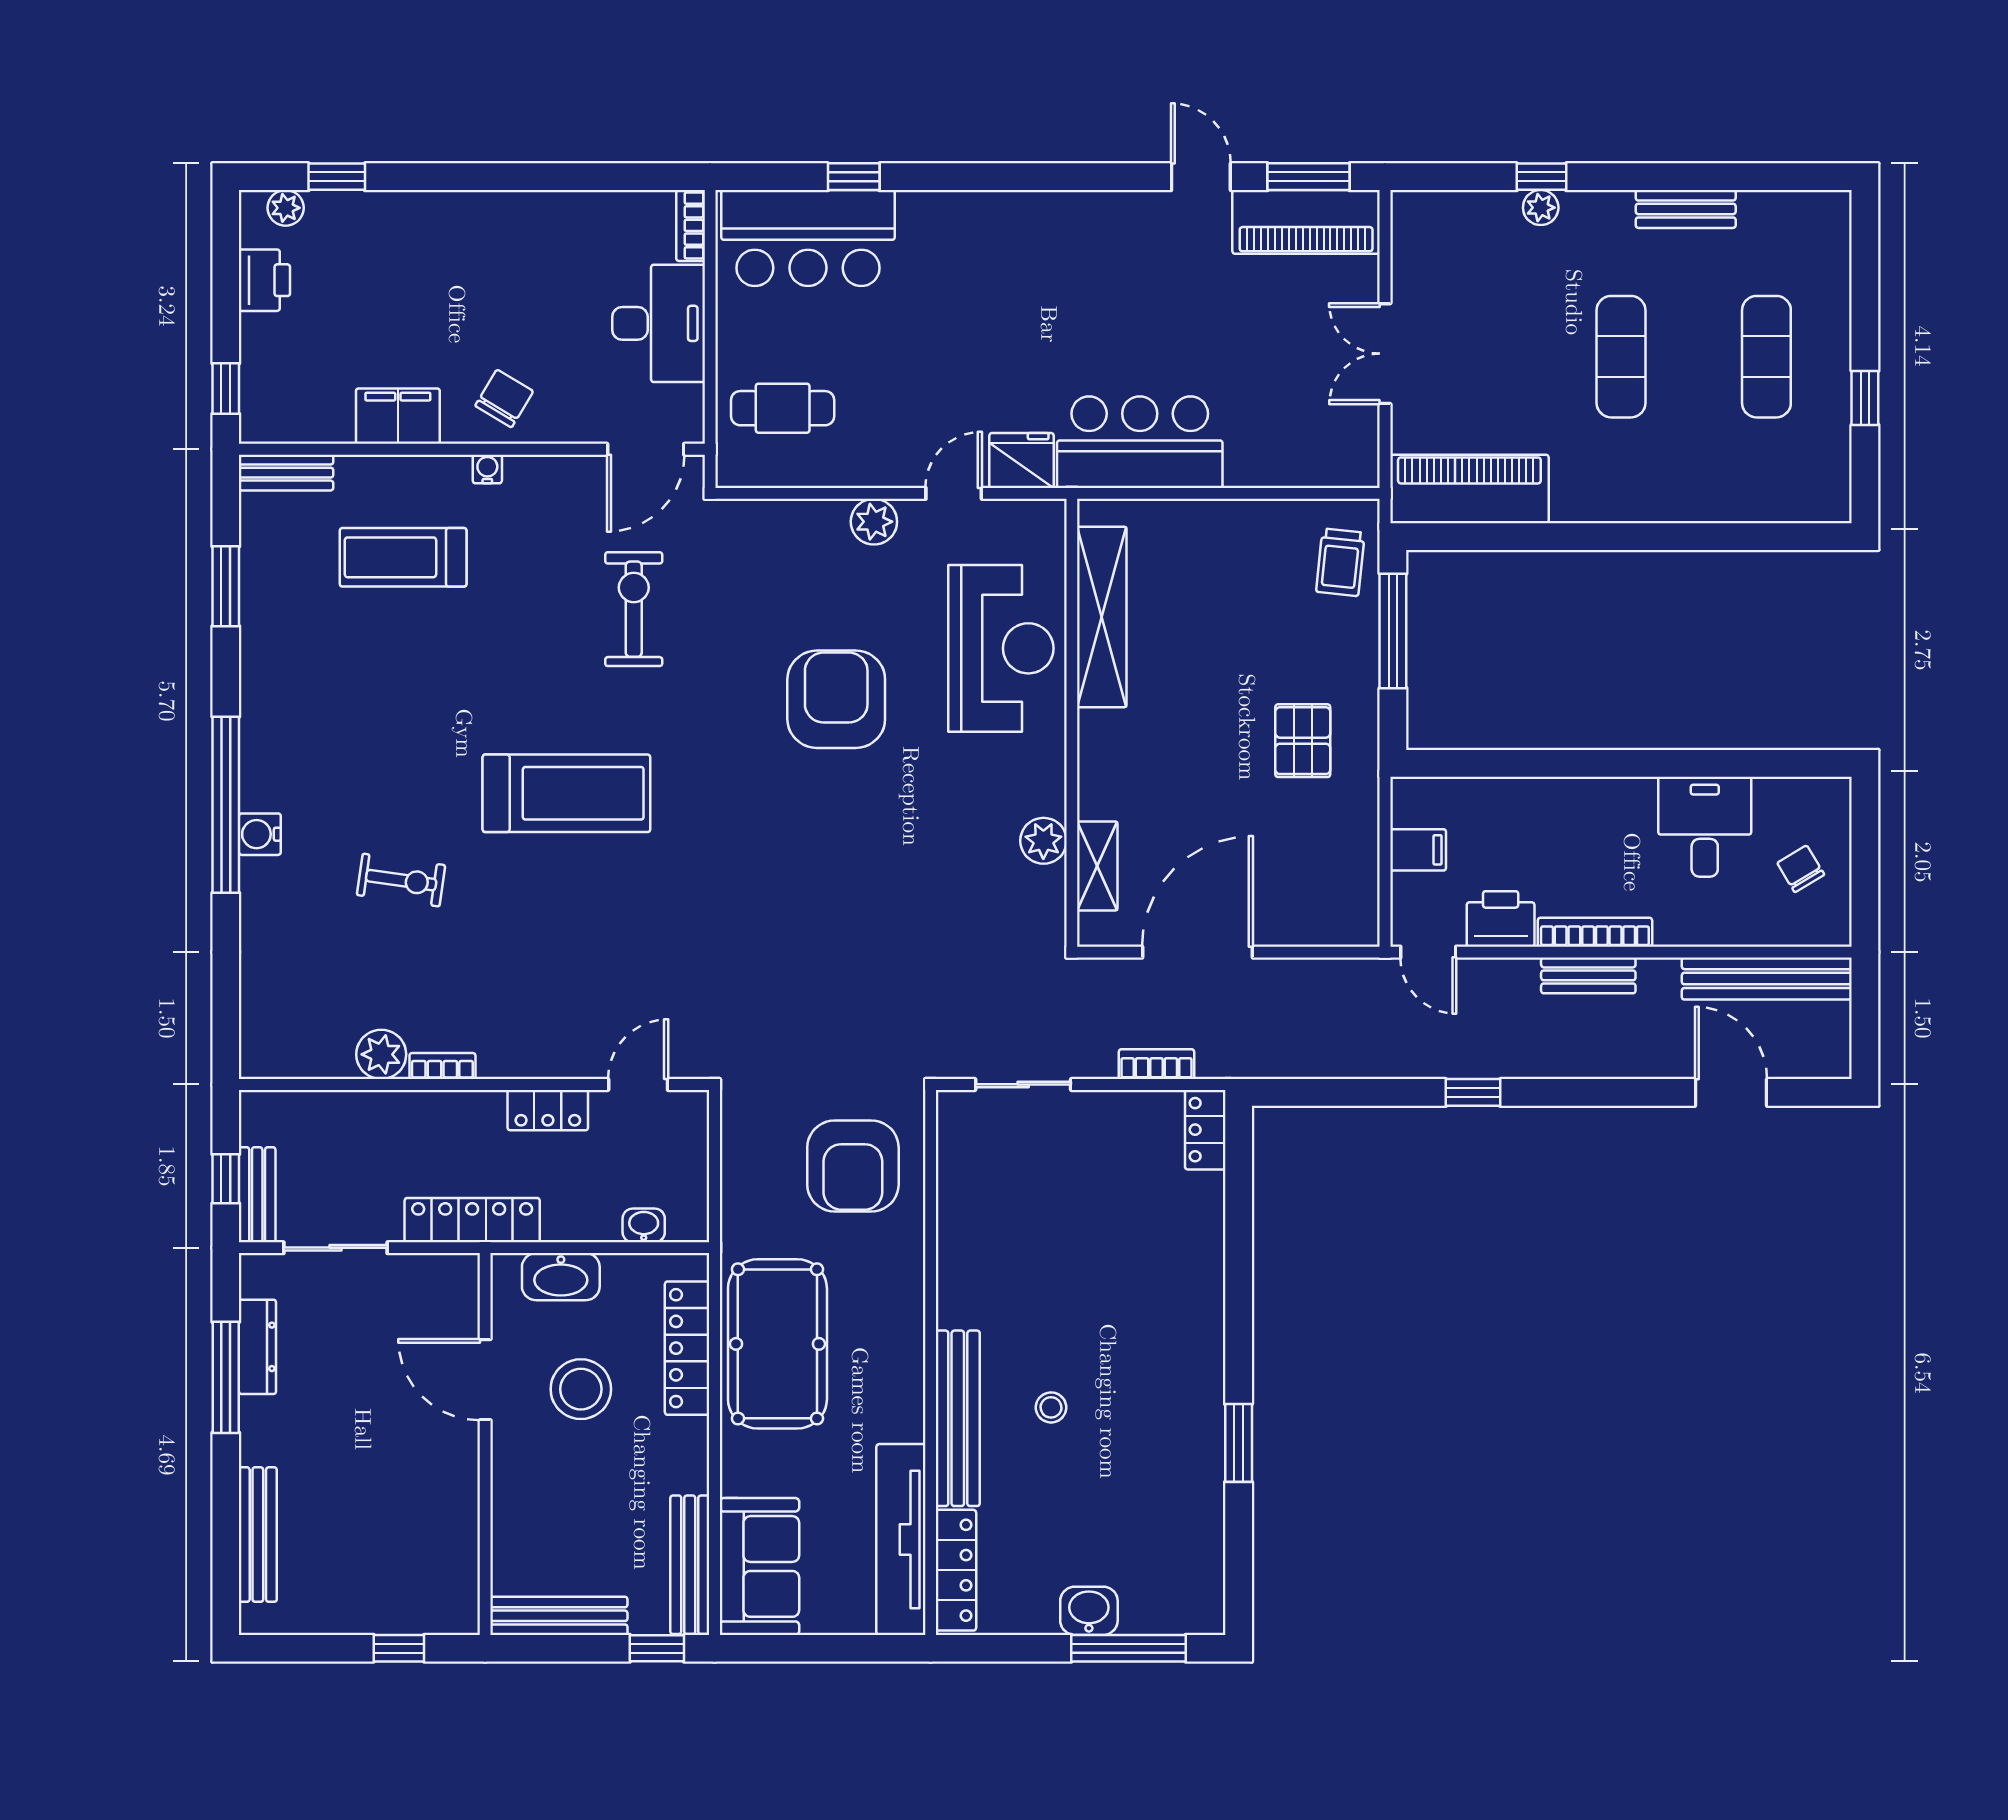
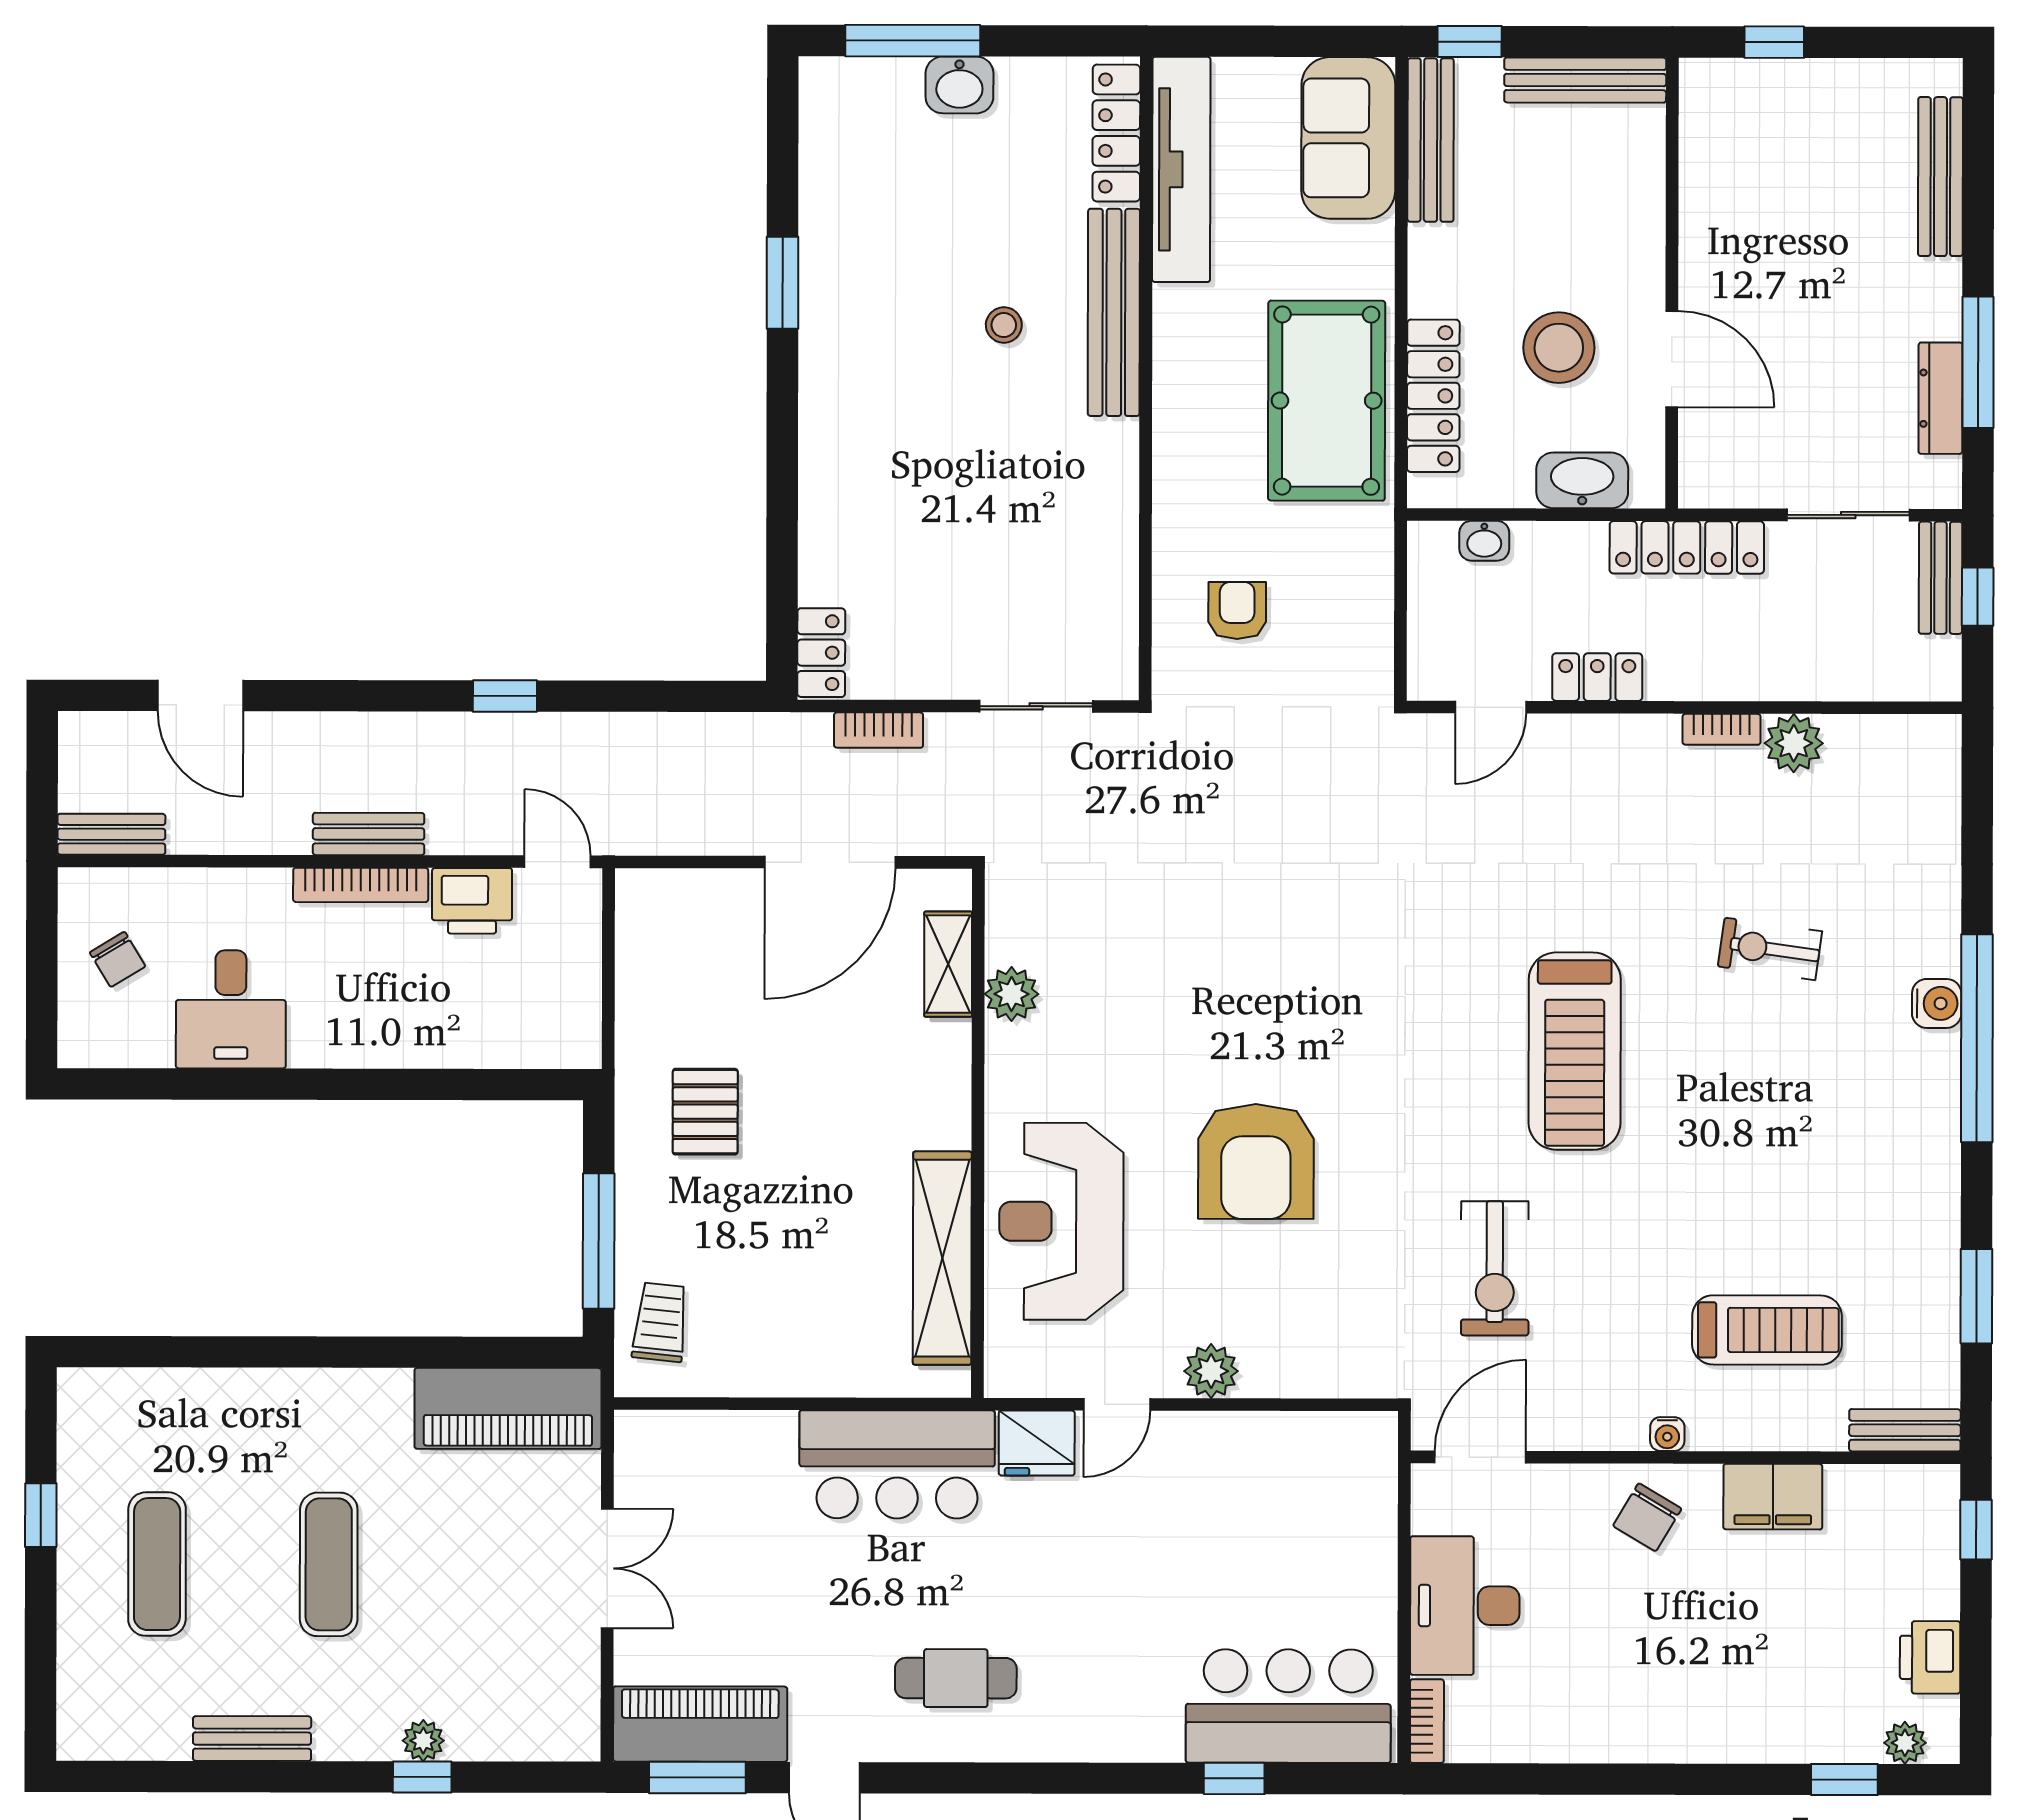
cafe table: (783, 408) -> (956, 1678), moved
treadmill: (566, 793) -> (1575, 1051), turned -90
filing cabinet: (1418, 850) -> (569, 983), removed
bench: (1767, 979) -> (111, 834), width x0.54, depth x0.82
armchair: (853, 1166) -> (1237, 610), width x0.53, depth x0.53

